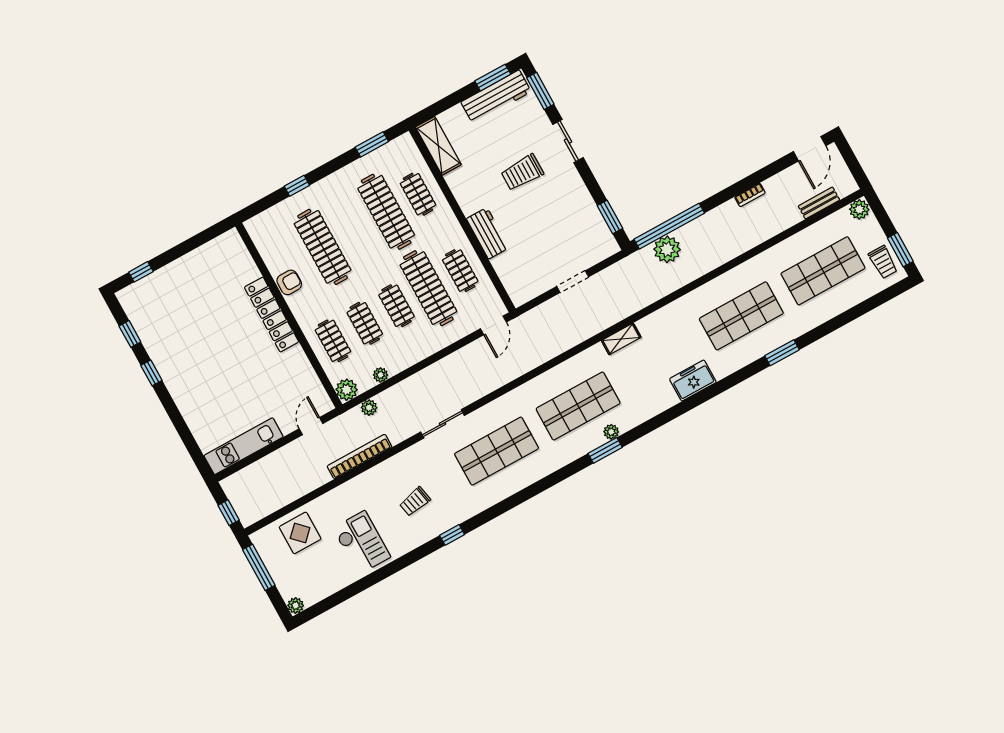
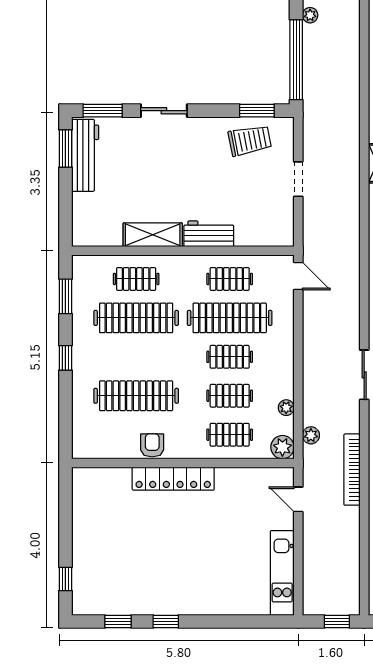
shelving: (438, 146) -> (153, 235), moved
trolley: (522, 172) -> (250, 140), moved, turned -101
window: (297, 186) -> (65, 358), moved
plant: (667, 249) -> (310, 15), moved, width x0.53, depth x0.53

